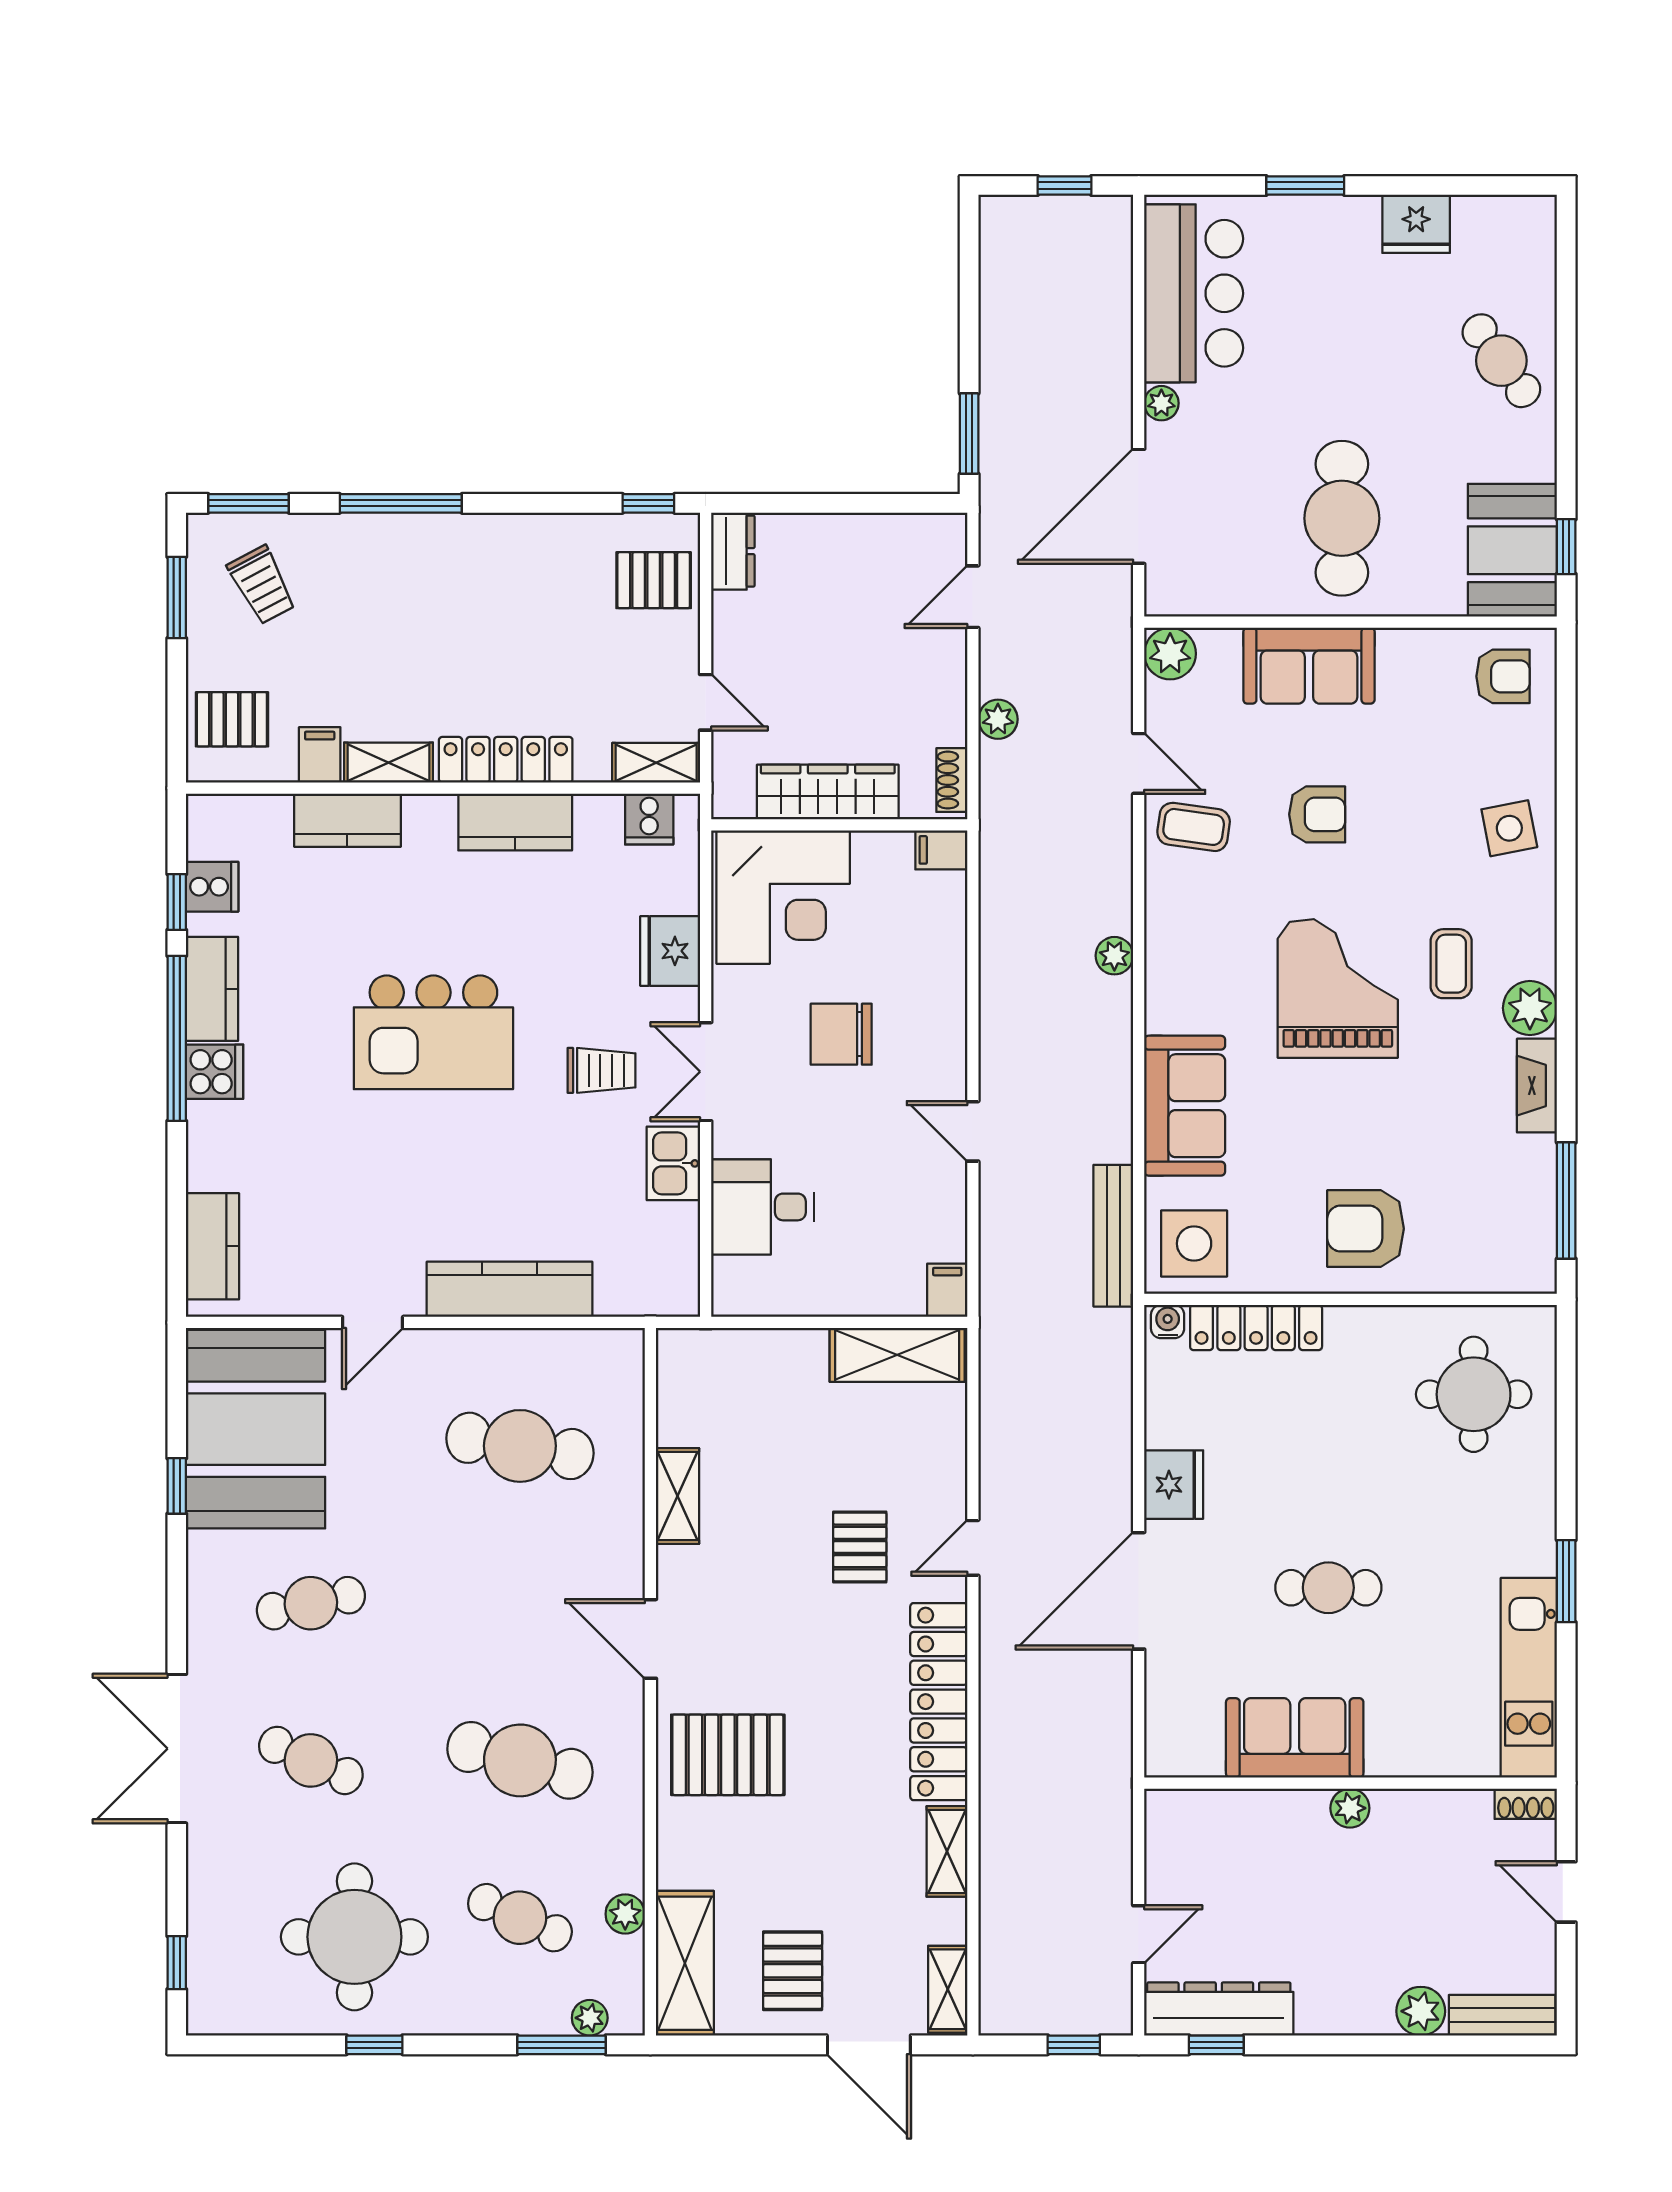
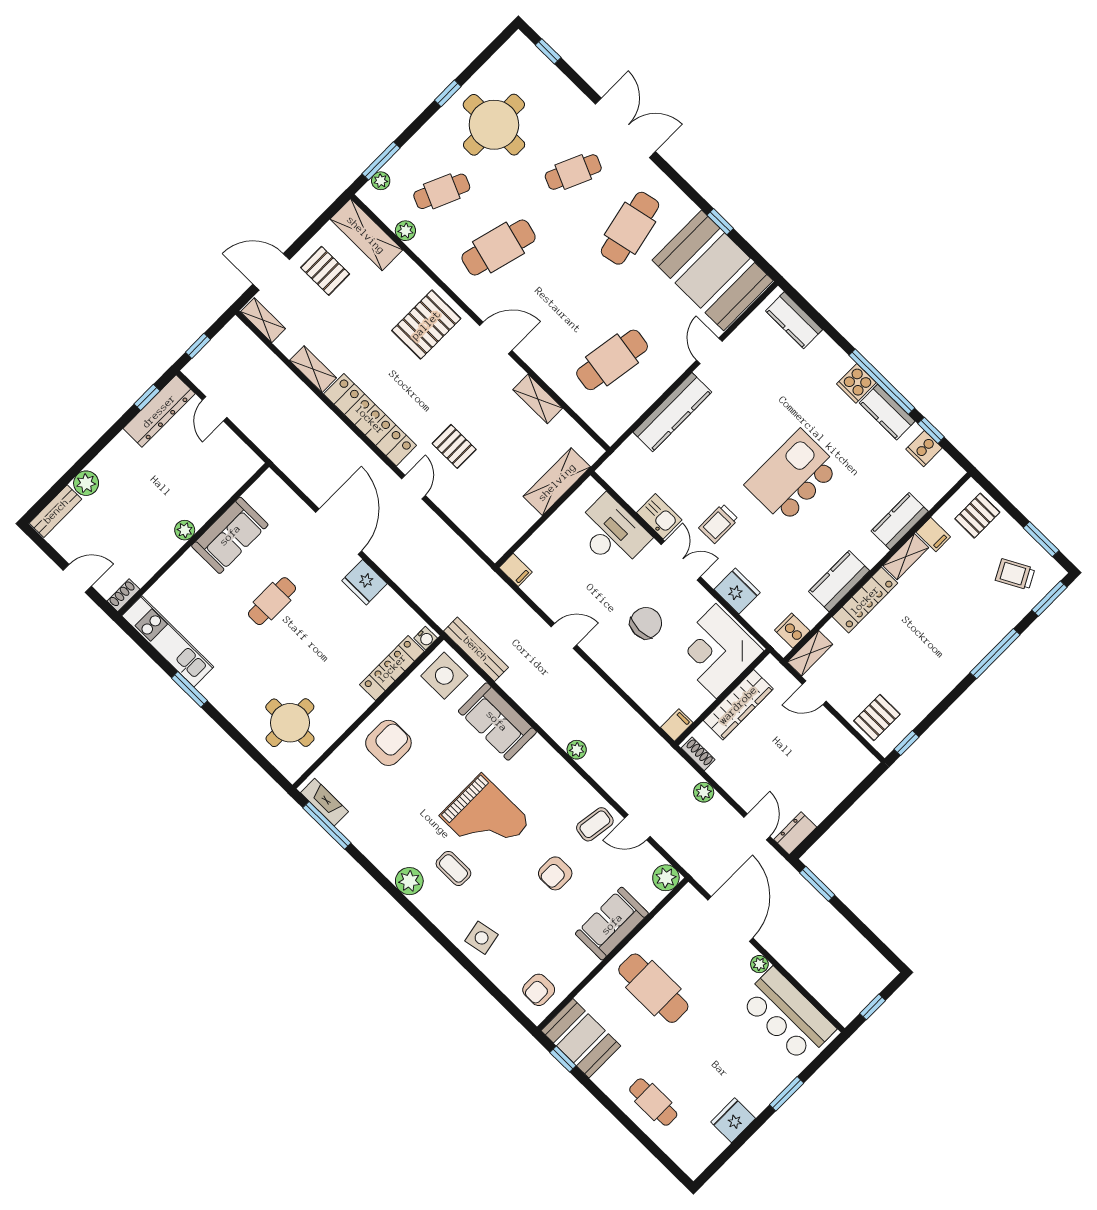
cafe table: (1501, 361) -> (653, 1102), turned 36
dresser: (733, 551) -> (795, 833), moved, turned 90
fireplace: (1537, 1086) -> (324, 802), moved
desk: (763, 1207) -> (612, 533), width x1.37
shelving: (897, 1355) -> (557, 482), moved
cafe table: (311, 1603) -> (630, 228), width x1.37, depth x1.35

